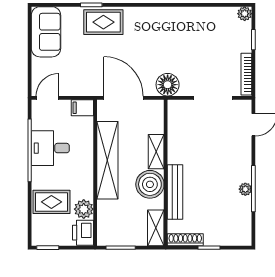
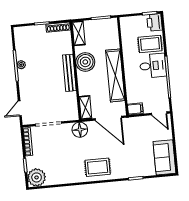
plant: (245, 14) -> (37, 177), width x1.87, depth x1.87
rug: (103, 22) -> (98, 167), moved
door: (48, 98) -> (159, 113), hinge flipped
desk: (50, 148) -> (153, 66), moved
shelving: (156, 152) -> (85, 107), moved
bench: (175, 192) -> (69, 73), moved
plant: (84, 209) -> (128, 41), removed
printer: (83, 233) -> (155, 22), moved, turned 180

